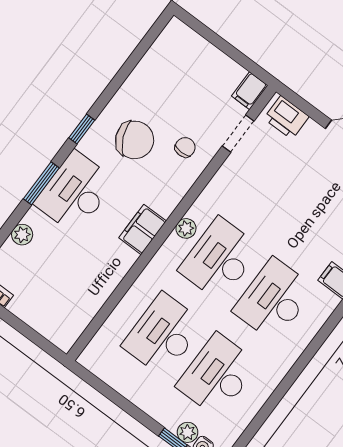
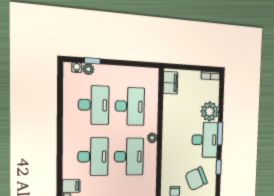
plant: (186, 228) -> (152, 138), moved
filing cabinet: (143, 229) -> (170, 83), moved
plant: (22, 235) -> (210, 112), width x1.87, depth x1.87

